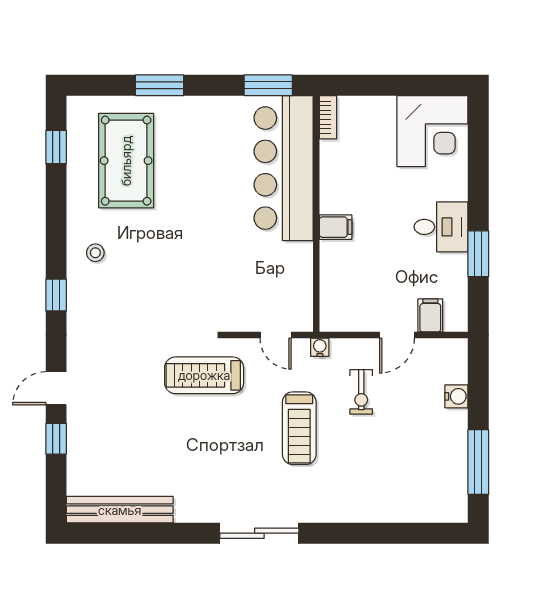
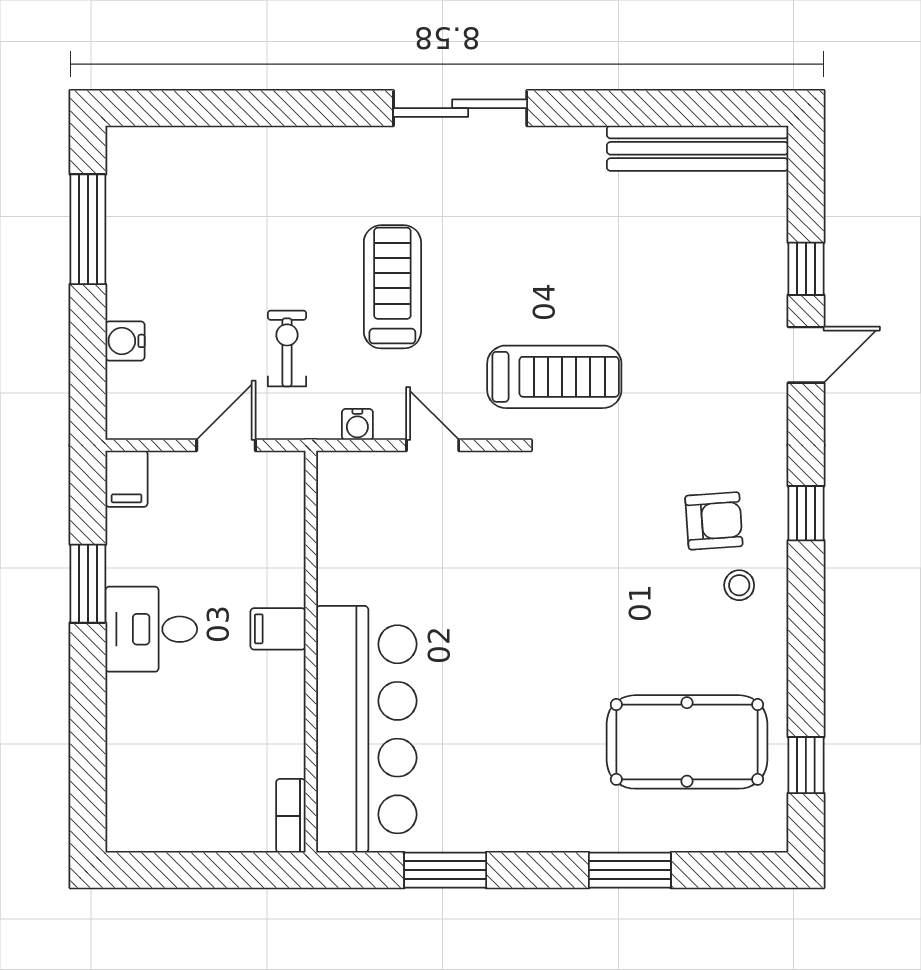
bookcase: (328, 117) -> (291, 816), moved
corner desk: (432, 131) -> (166, 792), removed
pool table: (126, 161) -> (687, 742), turned 90
bar counter: (284, 168) -> (366, 729), moved
wall: (316, 214) -> (311, 652), moved
filing cabinet: (336, 227) -> (278, 629), moved
armchair: (110, 291) -> (714, 521), added
filing cabinet: (430, 315) -> (127, 479), moved

